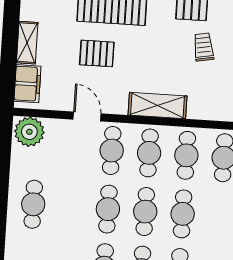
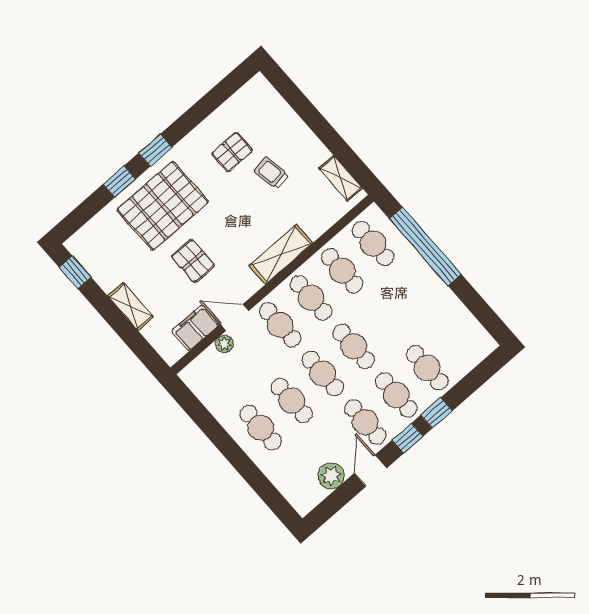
pallet: (97, 53) -> (193, 261), turned 90
filing cabinet: (27, 84) -> (195, 328), moved, turned -90
plant: (29, 132) -> (224, 344), moved, width x0.53, depth x0.53
cafe table: (183, 214) -> (292, 401), moved

